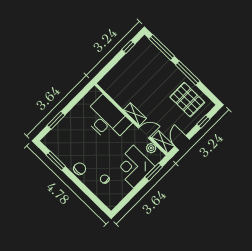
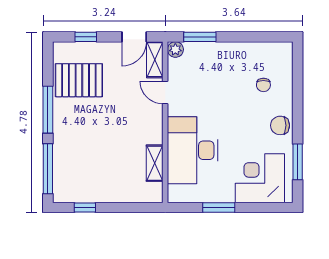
pallet: (187, 100) -> (79, 80), turned 90
shelving: (135, 114) -> (155, 163), moved
window: (56, 120) -> (219, 208), moved
plant: (151, 148) -> (175, 49), moved
corner desk: (134, 166) -> (260, 178), moved, turned 180

